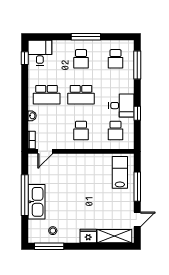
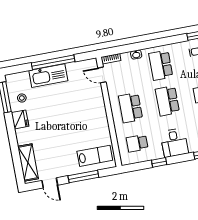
desk: (121, 106) -> (174, 143), moved
school desk: (81, 130) -> (131, 108), width x1.85
fridge: (88, 236) -> (20, 119), moved

